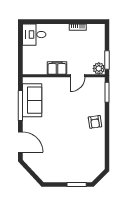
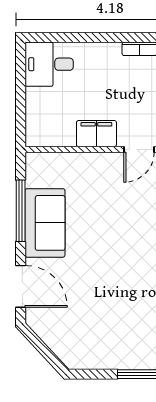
sofa: (32, 100) -> (45, 223), moved

